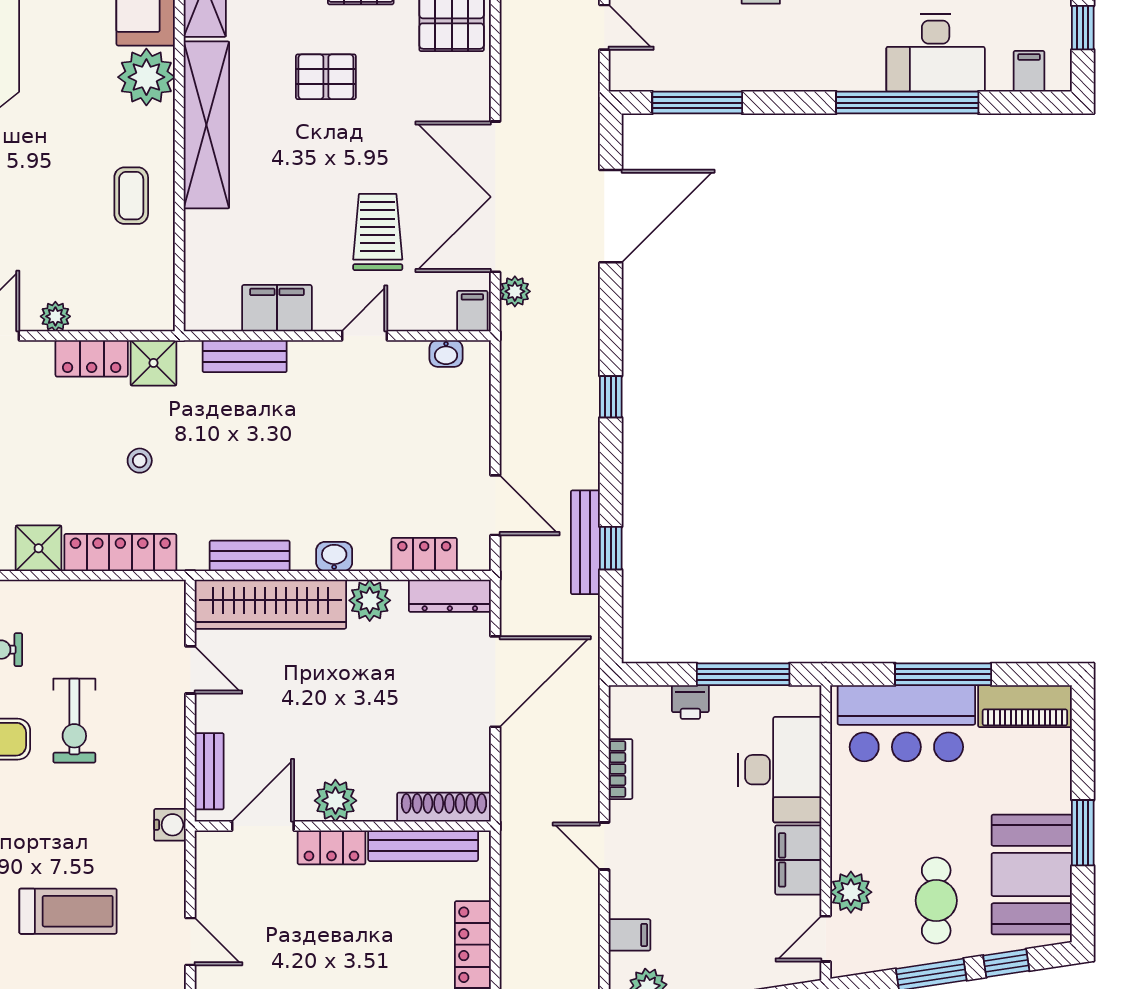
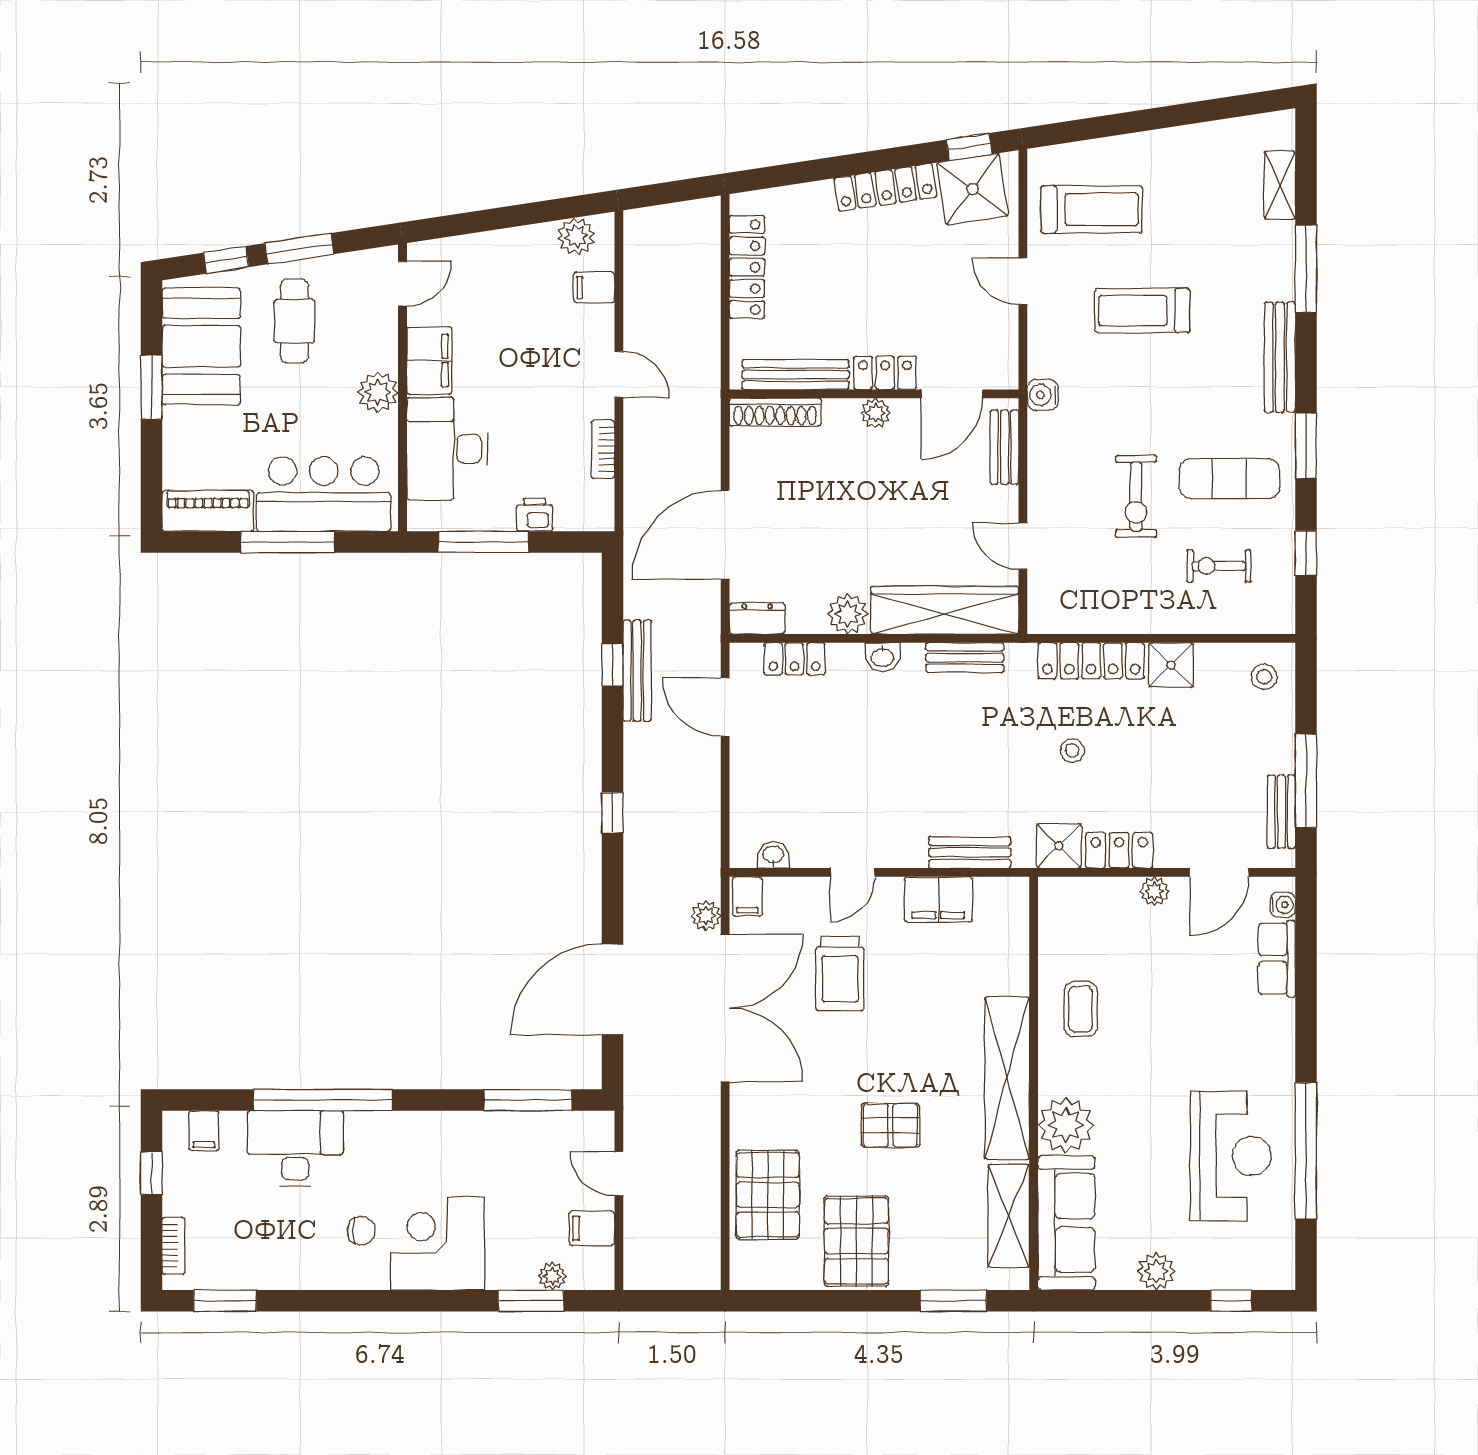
dresser: (450, 596) -> (757, 619), width x0.70
exercise bike: (74, 721) -> (1136, 497), turned 180
plant: (335, 801) -> (875, 413), width x0.73, depth x0.73
plant: (851, 892) -> (378, 392), moved

